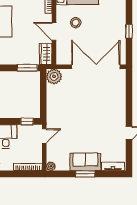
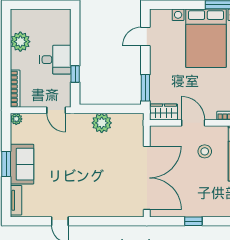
door: (54, 31) -> (193, 123), hinge flipped
plant: (54, 76) -> (102, 123), moved
window: (27, 121) -> (75, 74), moved

